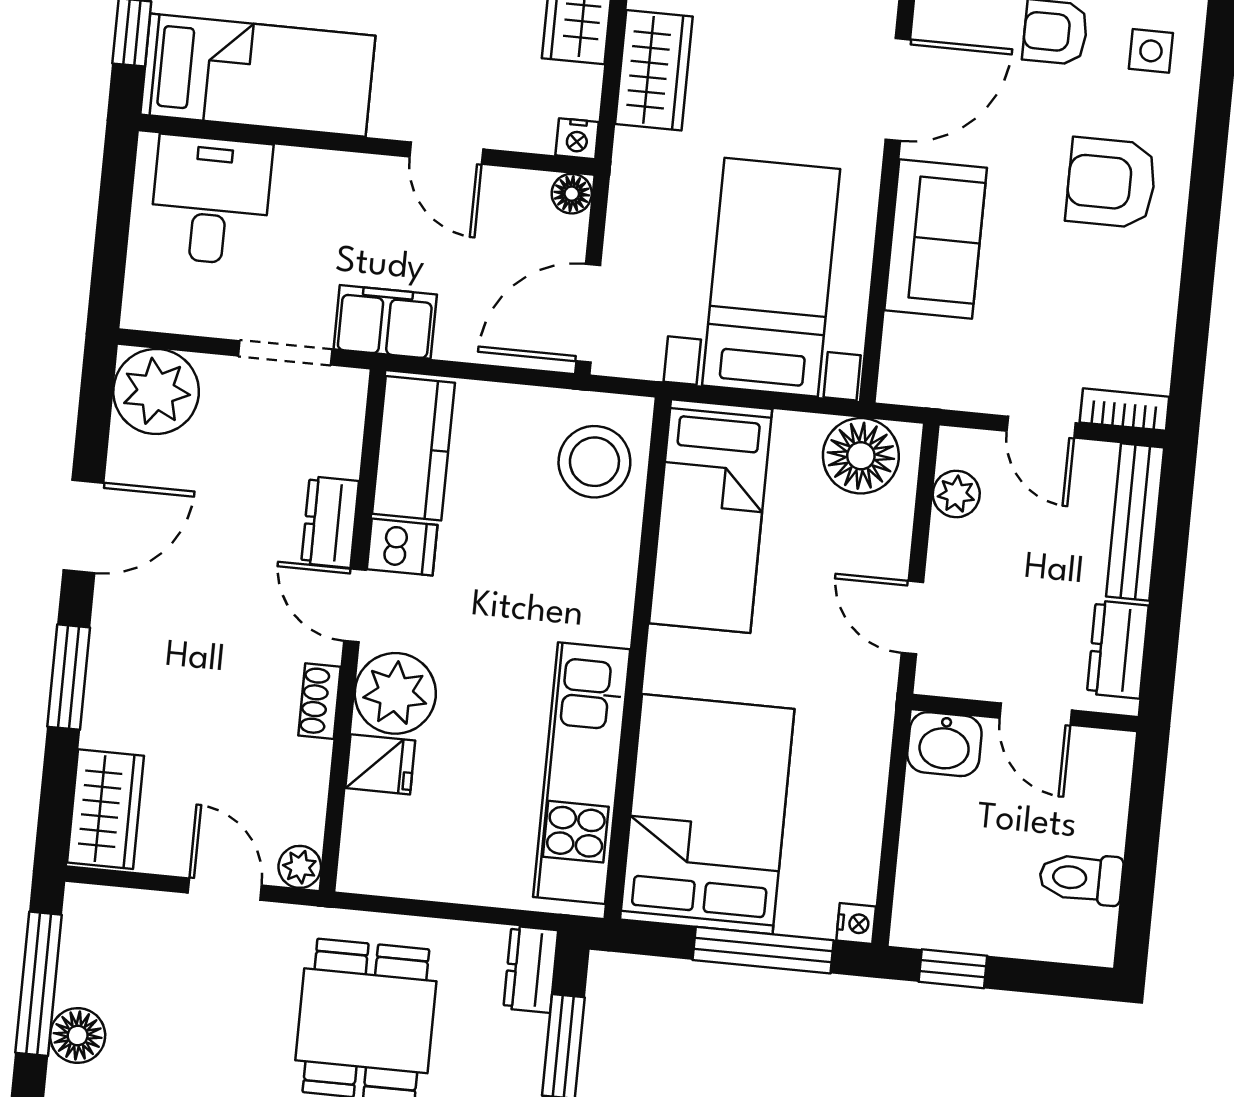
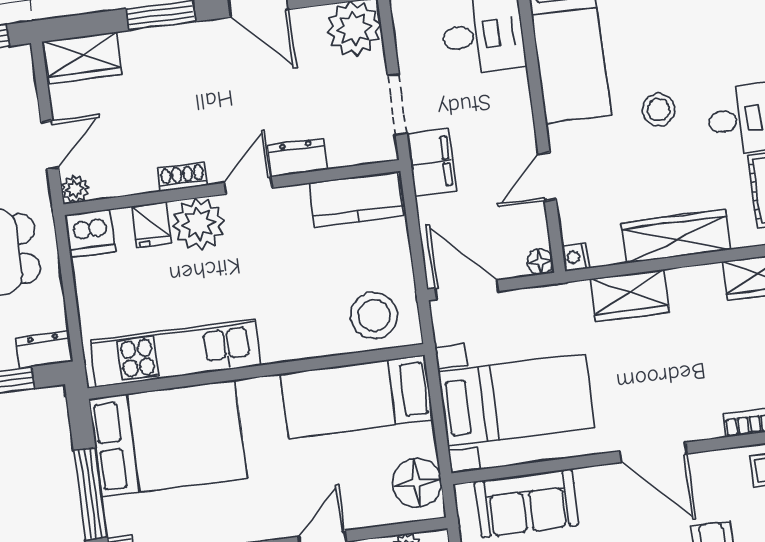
sofa: (936, 239) -> (527, 503), moved
dishwasher: (402, 547) -> (90, 233), moved, width x1.38

